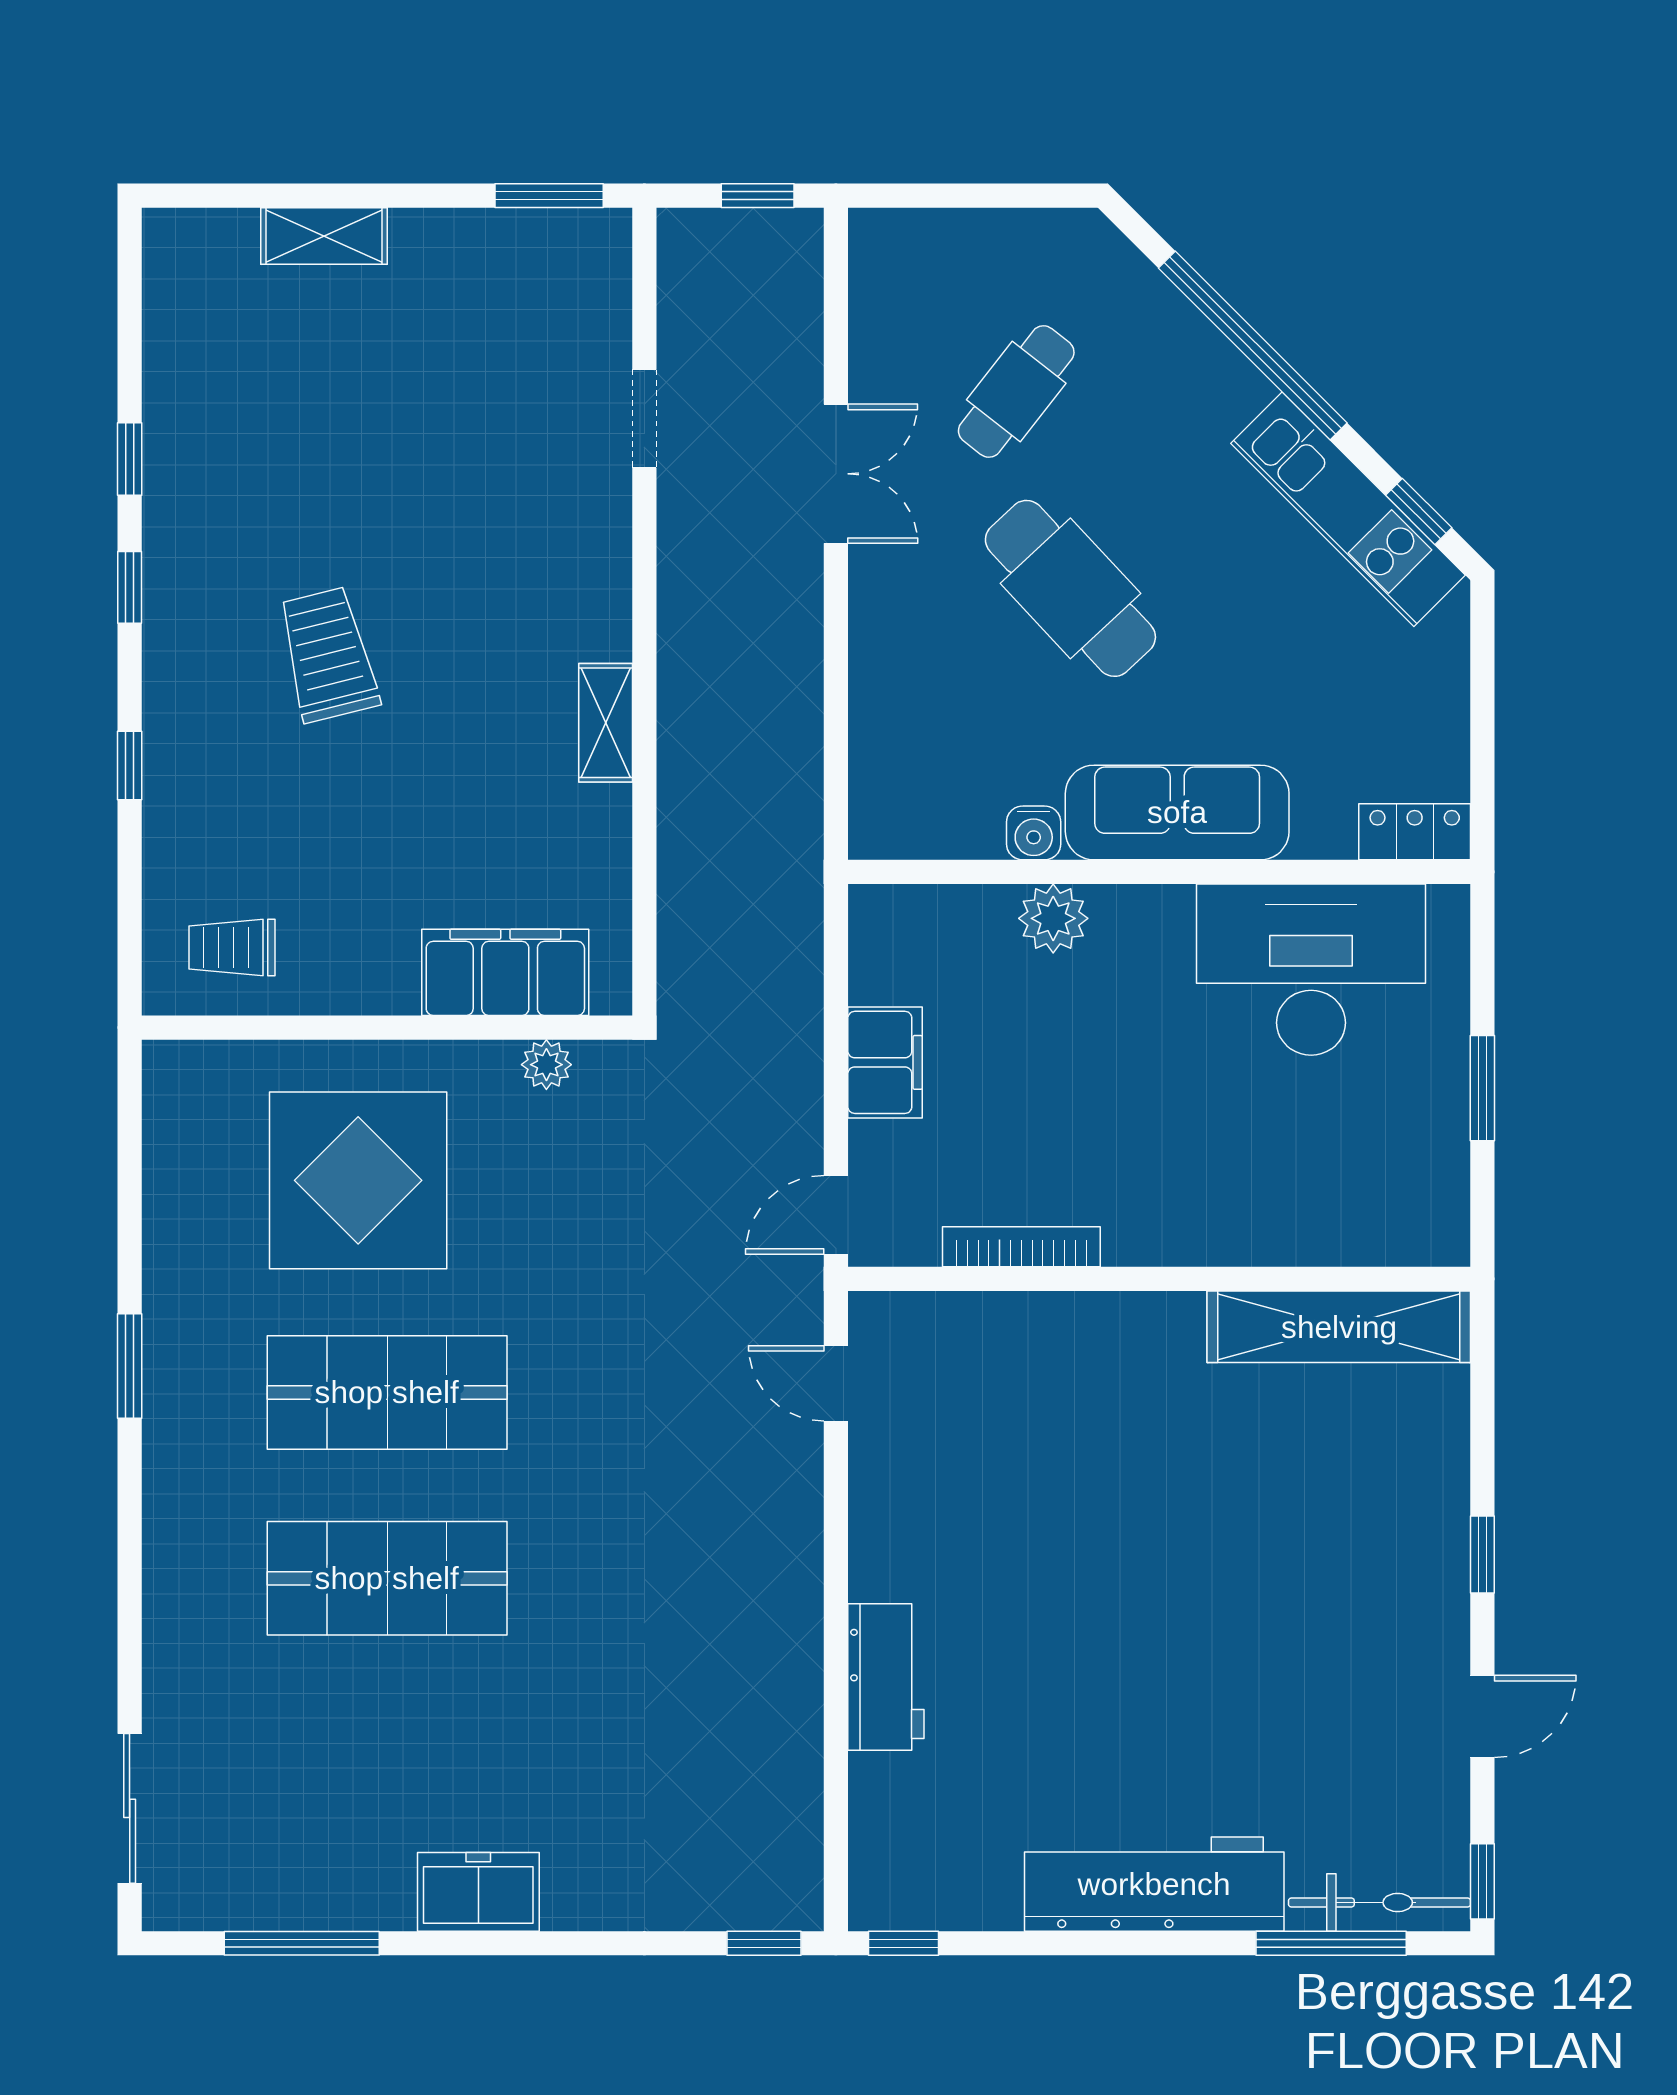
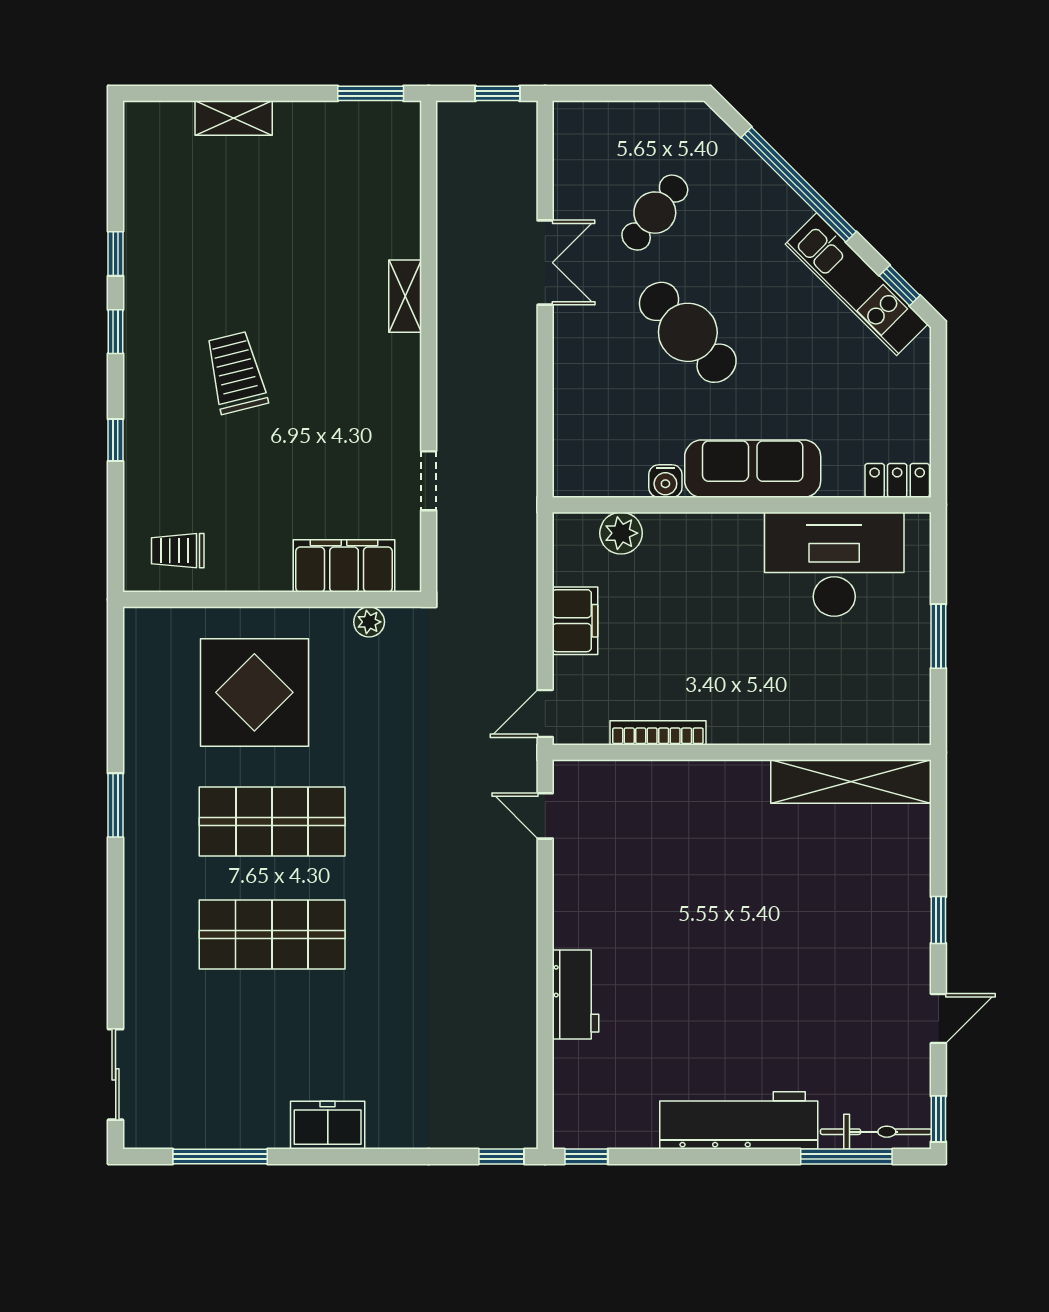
doorway: (644, 419) -> (429, 481), moved
shelving: (606, 723) -> (405, 296), moved
plant: (1053, 918) -> (621, 533), moved

